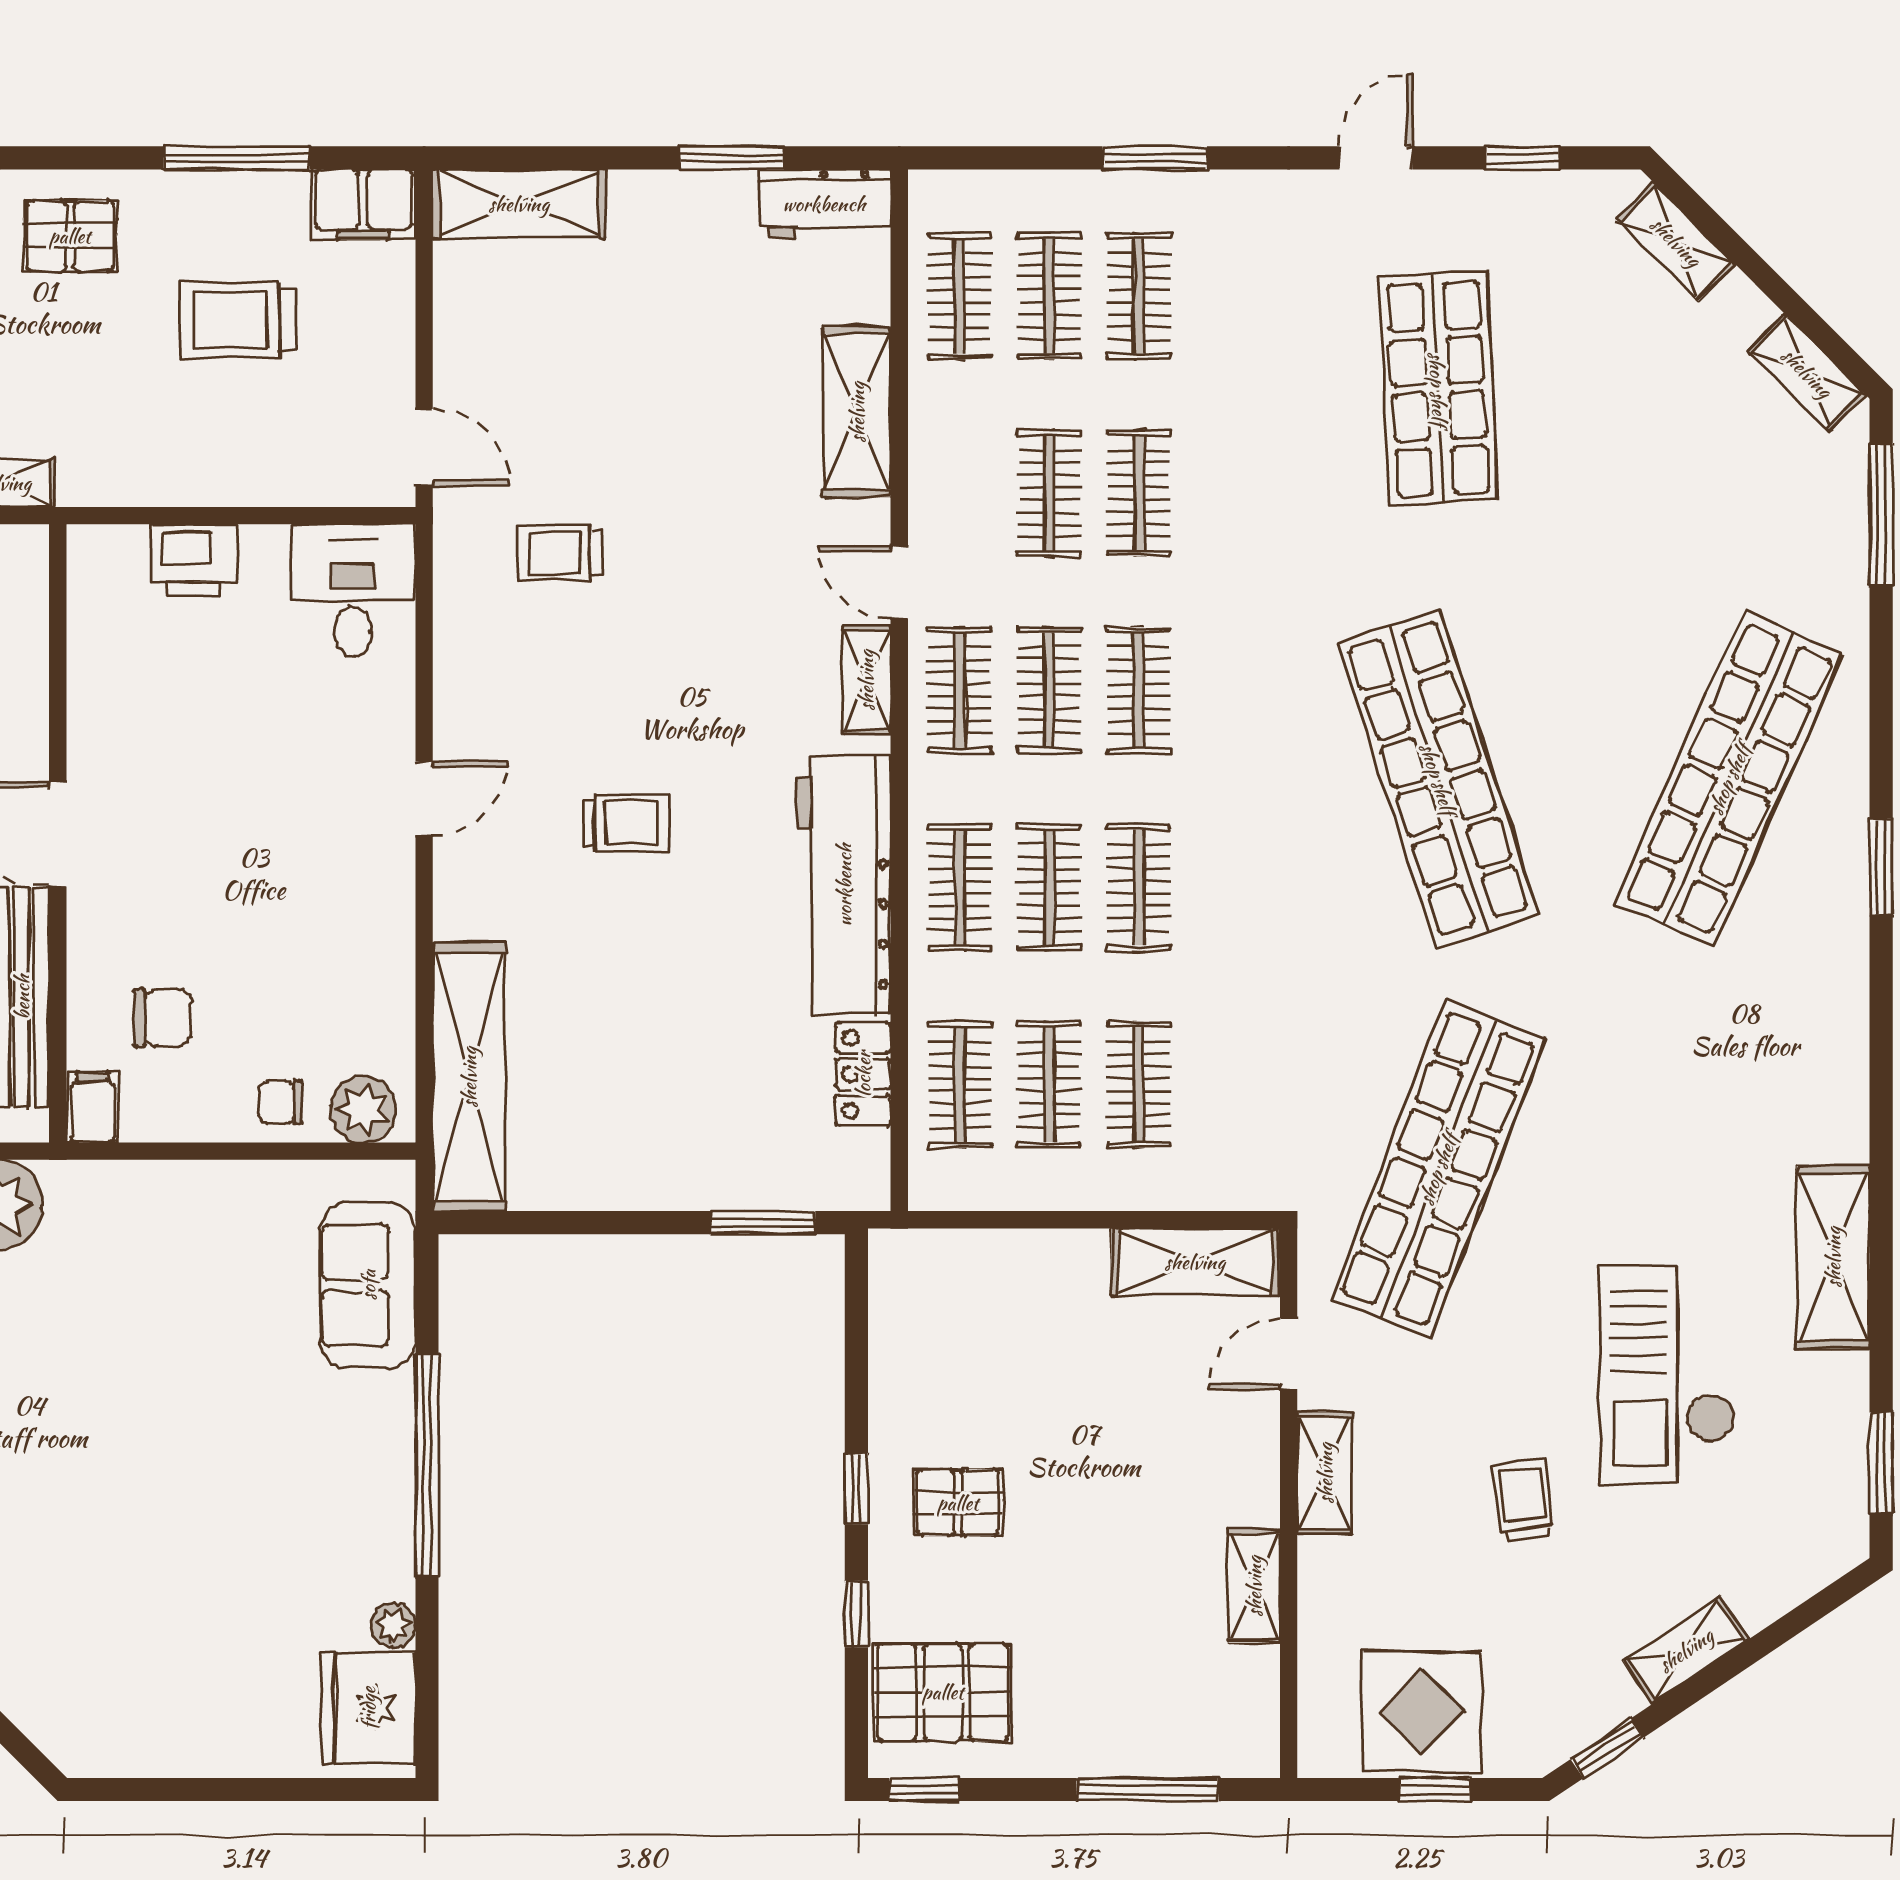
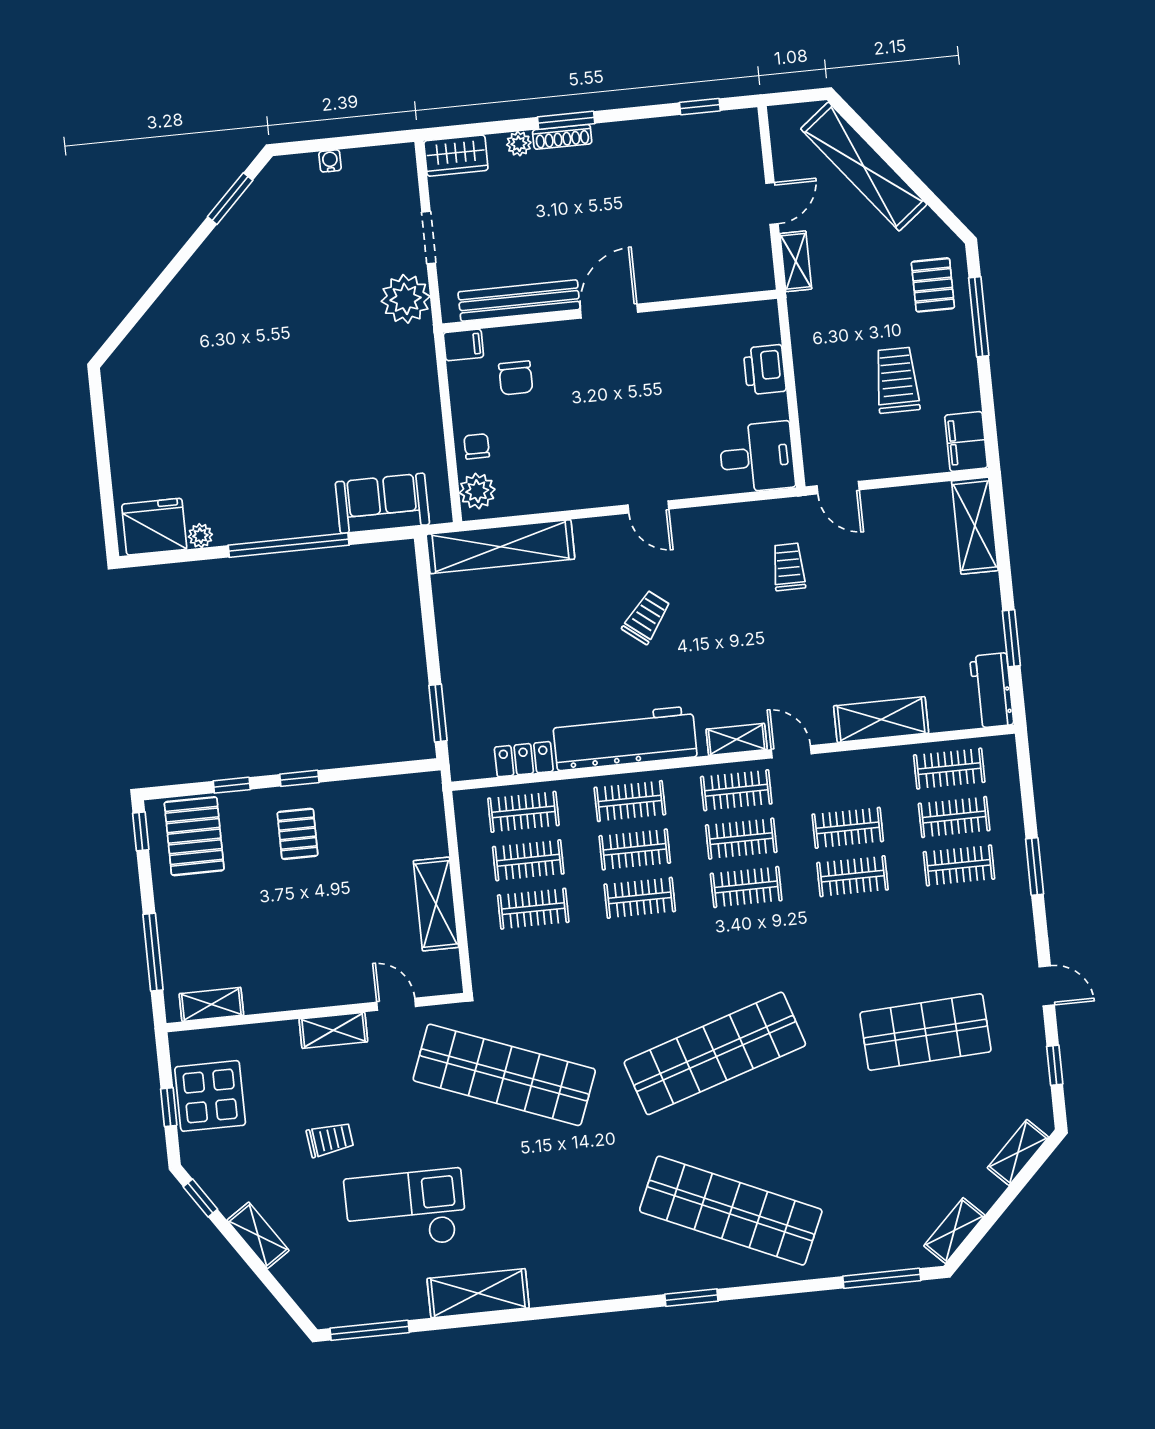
window: (237, 158) -> (979, 317), moved
door: (424, 447) -> (838, 488), hinge flipped
door: (899, 582) -> (791, 752), hinge flipped
trolley: (626, 823) -> (646, 617), turned -142
shelving: (1195, 1262) -> (436, 904), moved
window: (1881, 1463) -> (370, 1330), width x1.44
shelving: (1254, 1586) -> (211, 1004), moved

